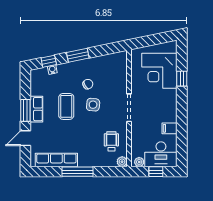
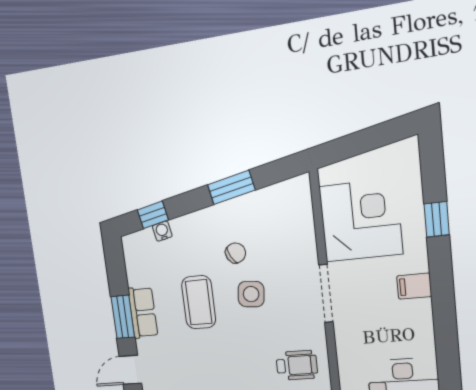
window: (78, 55) -> (231, 187), moved
corner desk: (159, 71) -> (361, 220), moved, turned 180
filing cabinet: (170, 128) -> (414, 286), moved
wheelchair: (111, 141) -> (297, 365), turned 90

